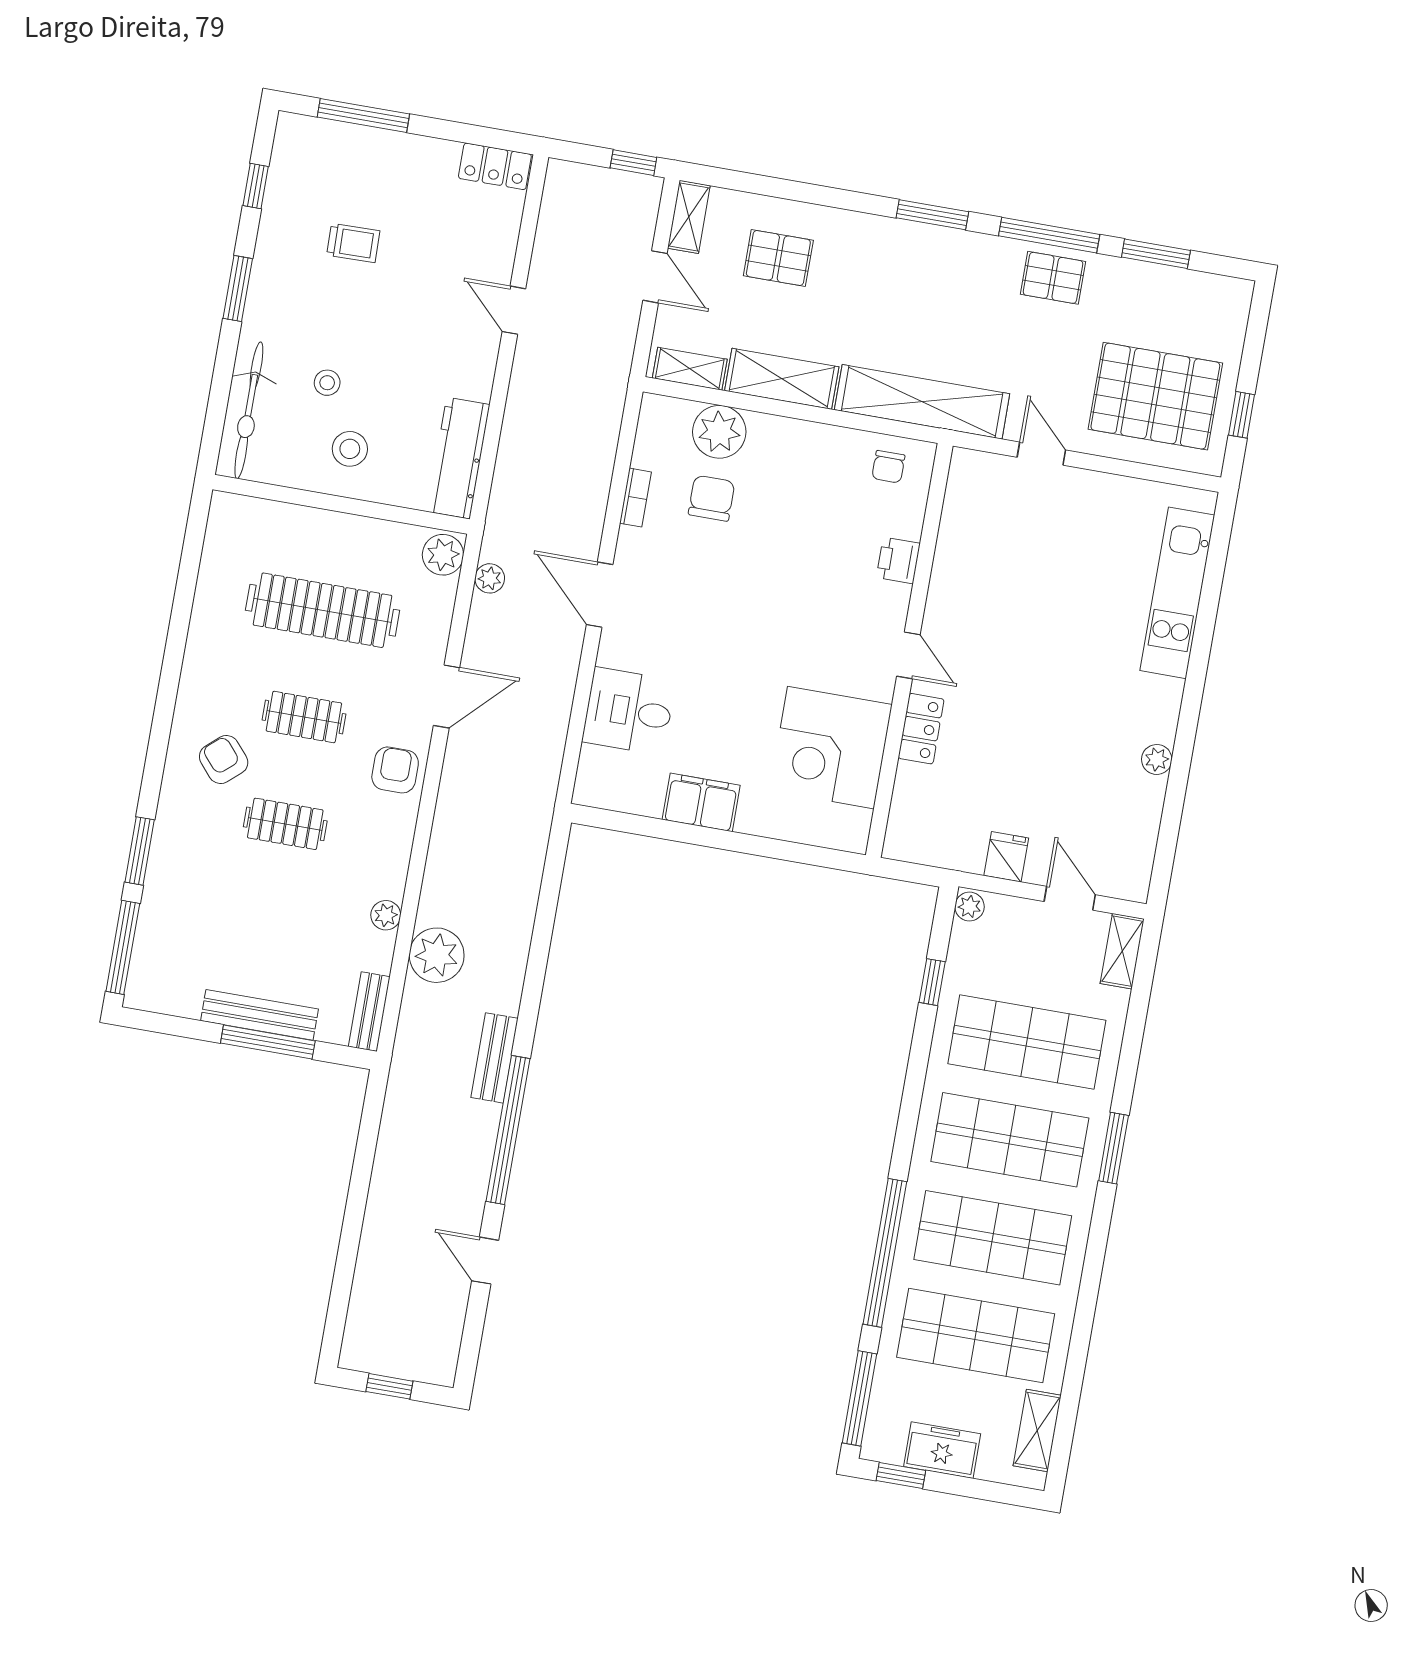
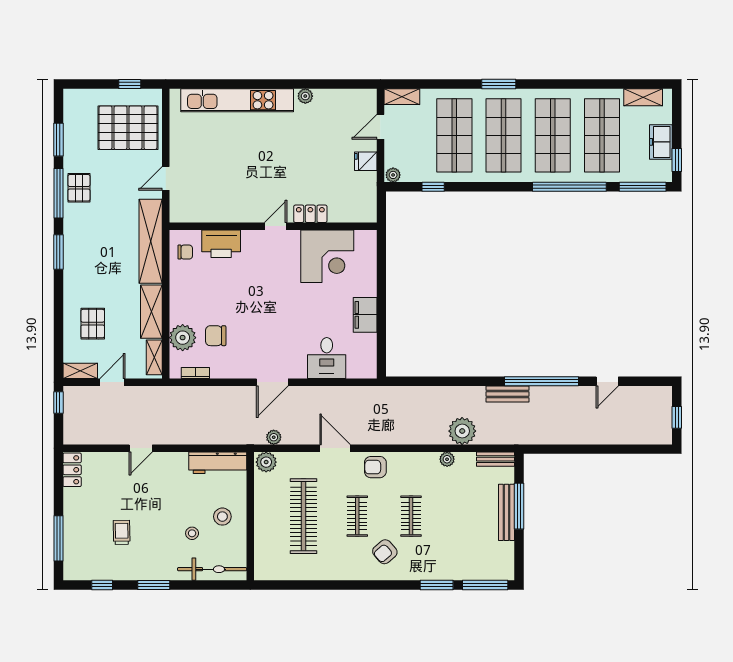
pallet: (1155, 396) -> (128, 128), turned 90
bookcase: (635, 498) -> (195, 373), moved
printer: (898, 560) -> (221, 244), width x1.87, depth x1.48
kitchen unit: (1177, 593) -> (237, 100), width x1.36

